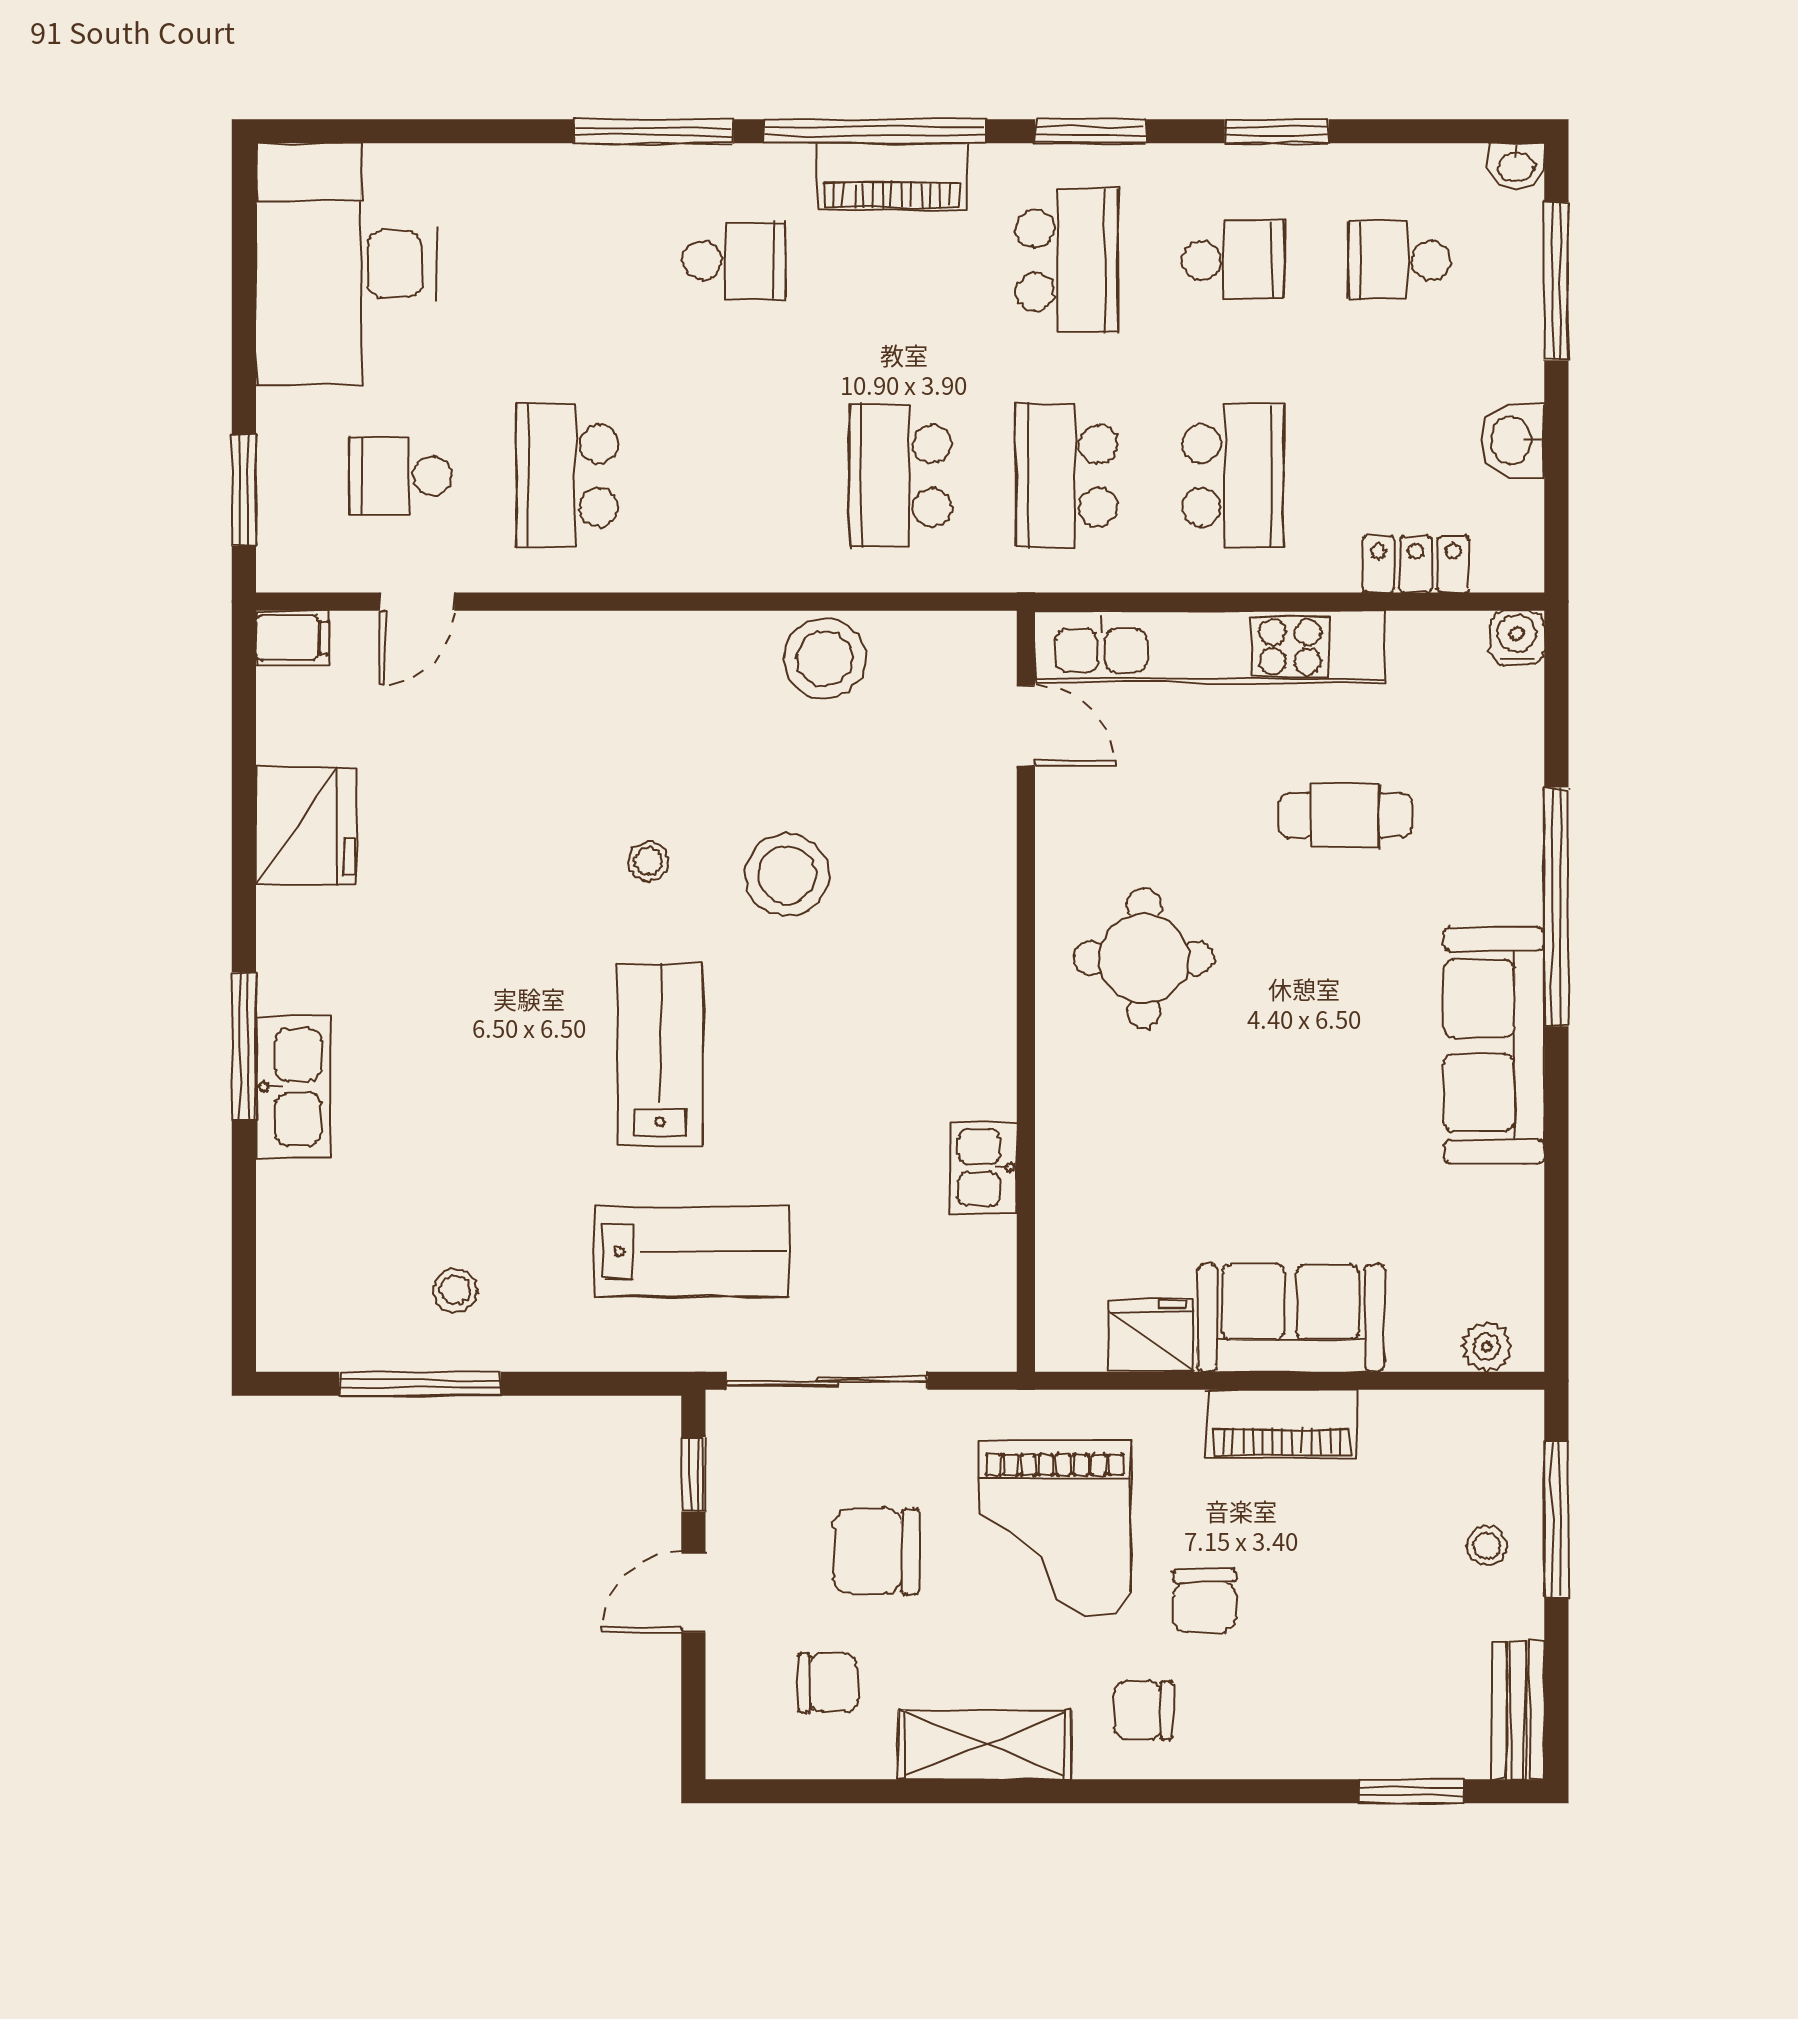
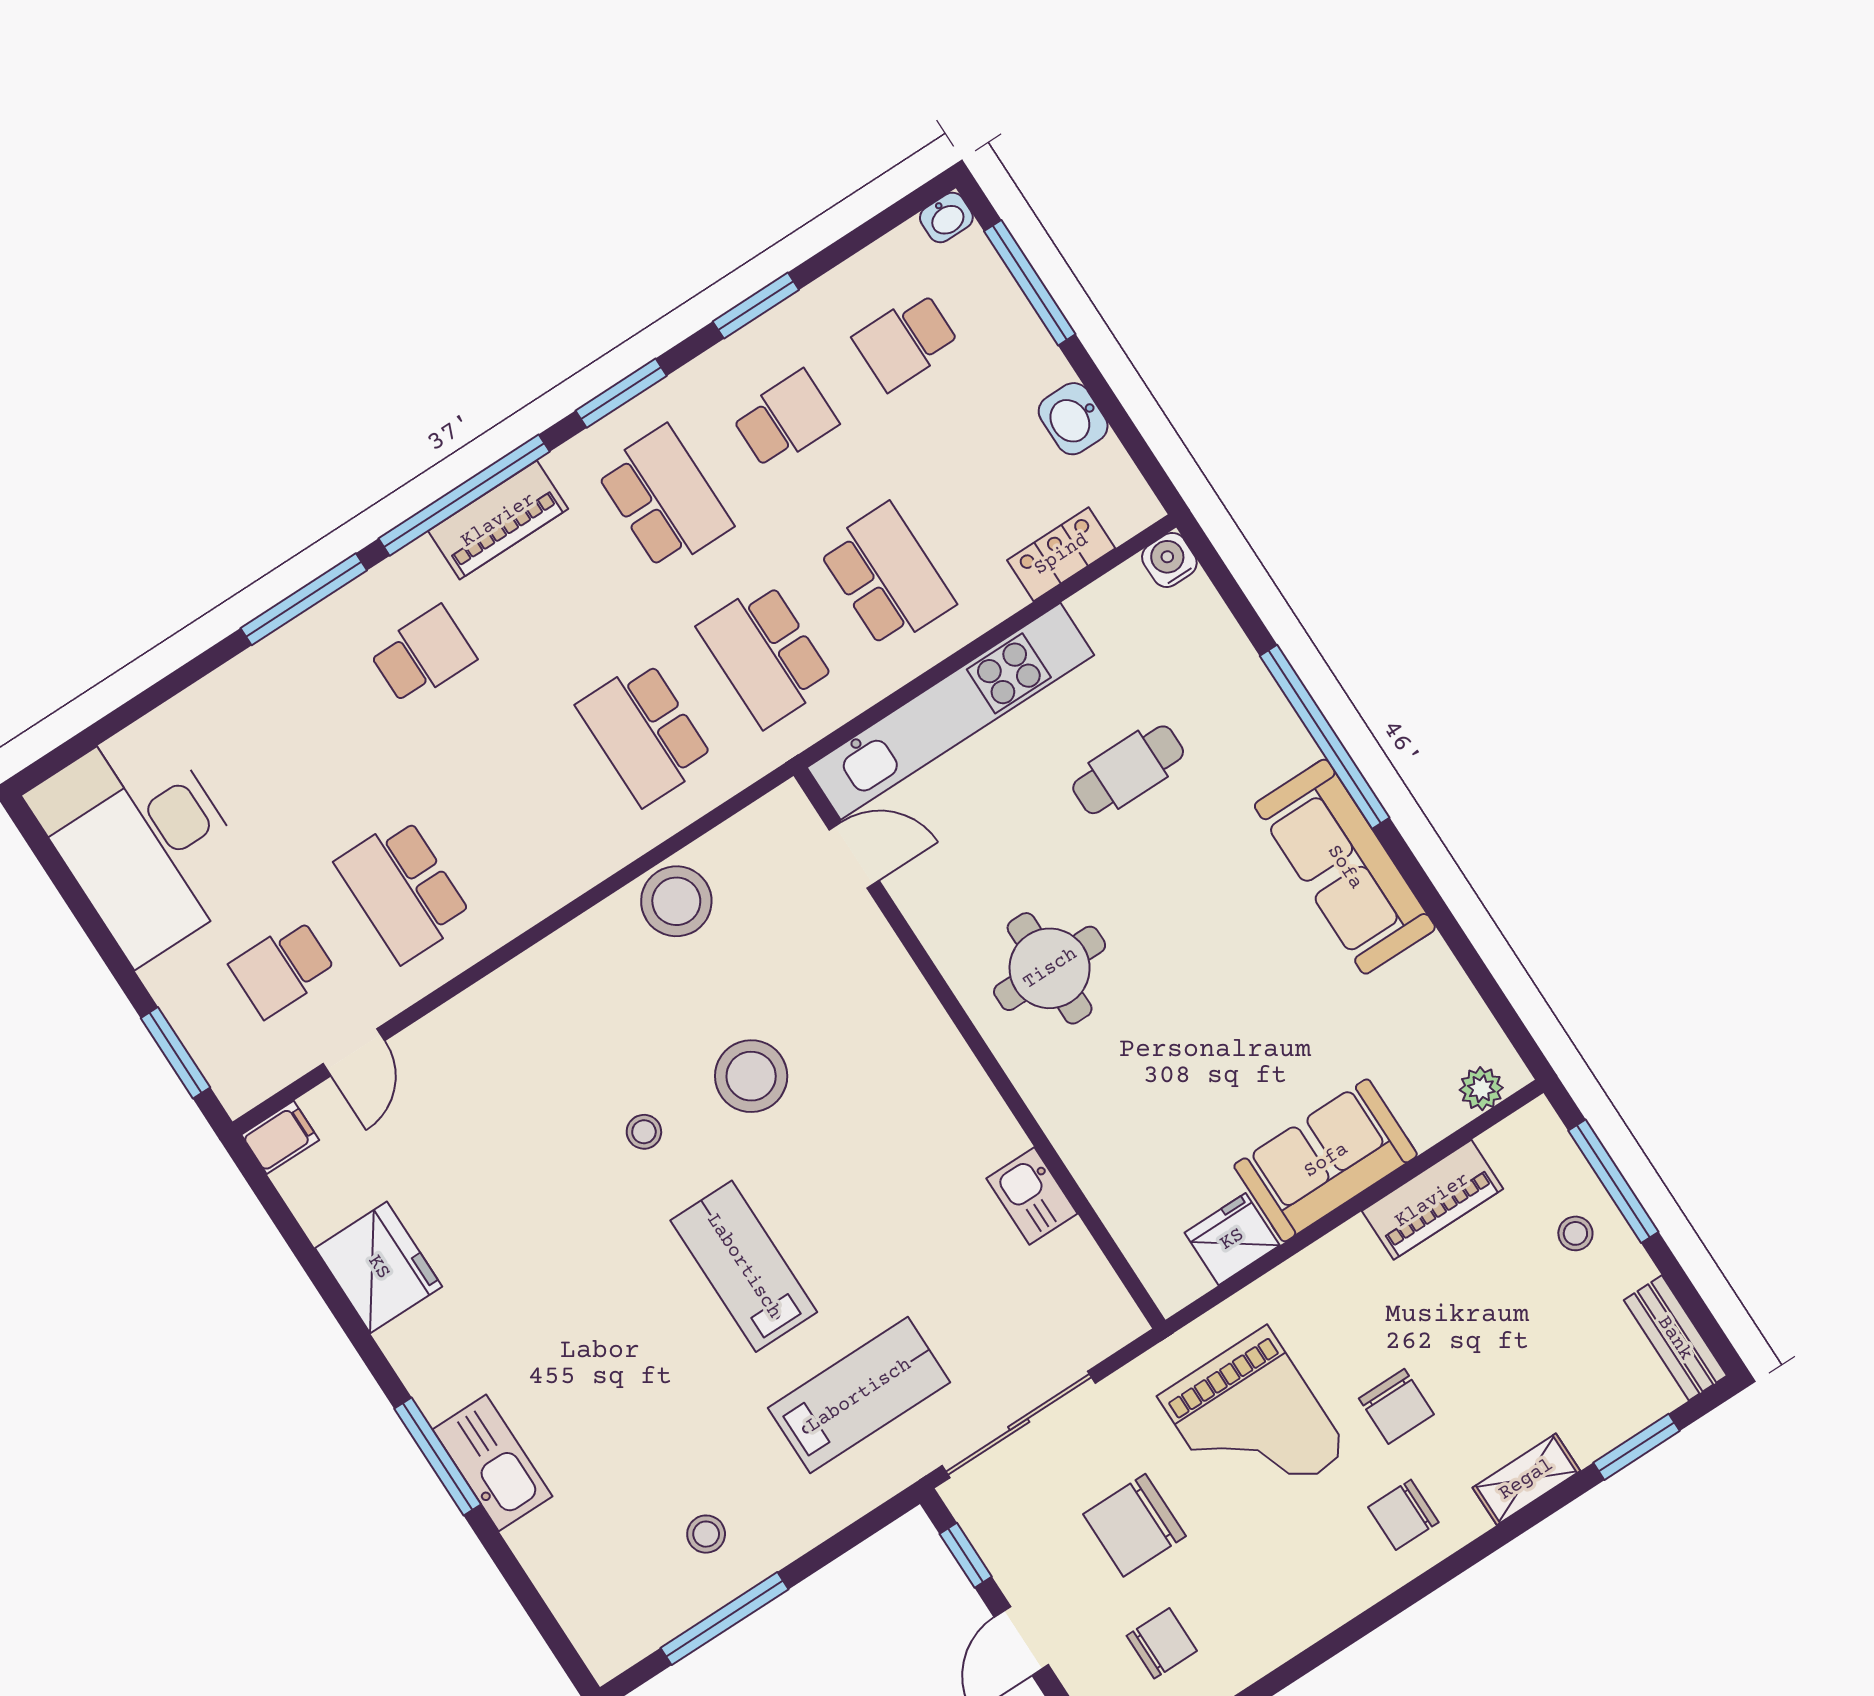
piano: (1282, 1424) -> (1432, 1200), moved
shelving: (985, 1745) -> (1526, 1479), moved, width x0.67, depth x0.75

